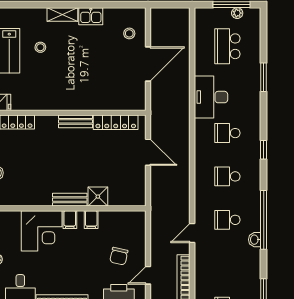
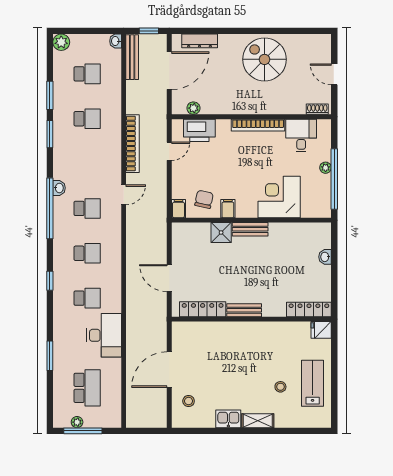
filing cabinet: (70, 220) -> (178, 209), moved
chair: (119, 256) -> (204, 199), moved

